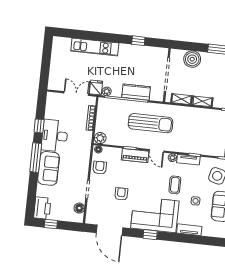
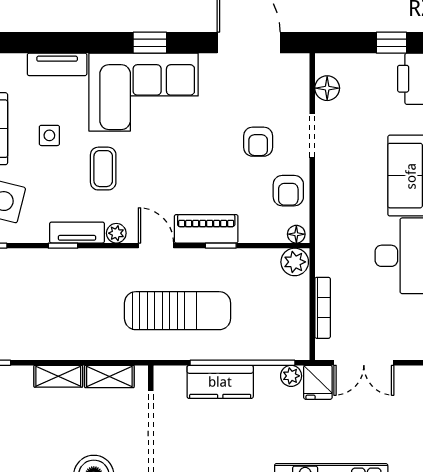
sun lounger: (151, 123) -> (178, 311), turned 180
armchair: (121, 194) -> (258, 142), moved

